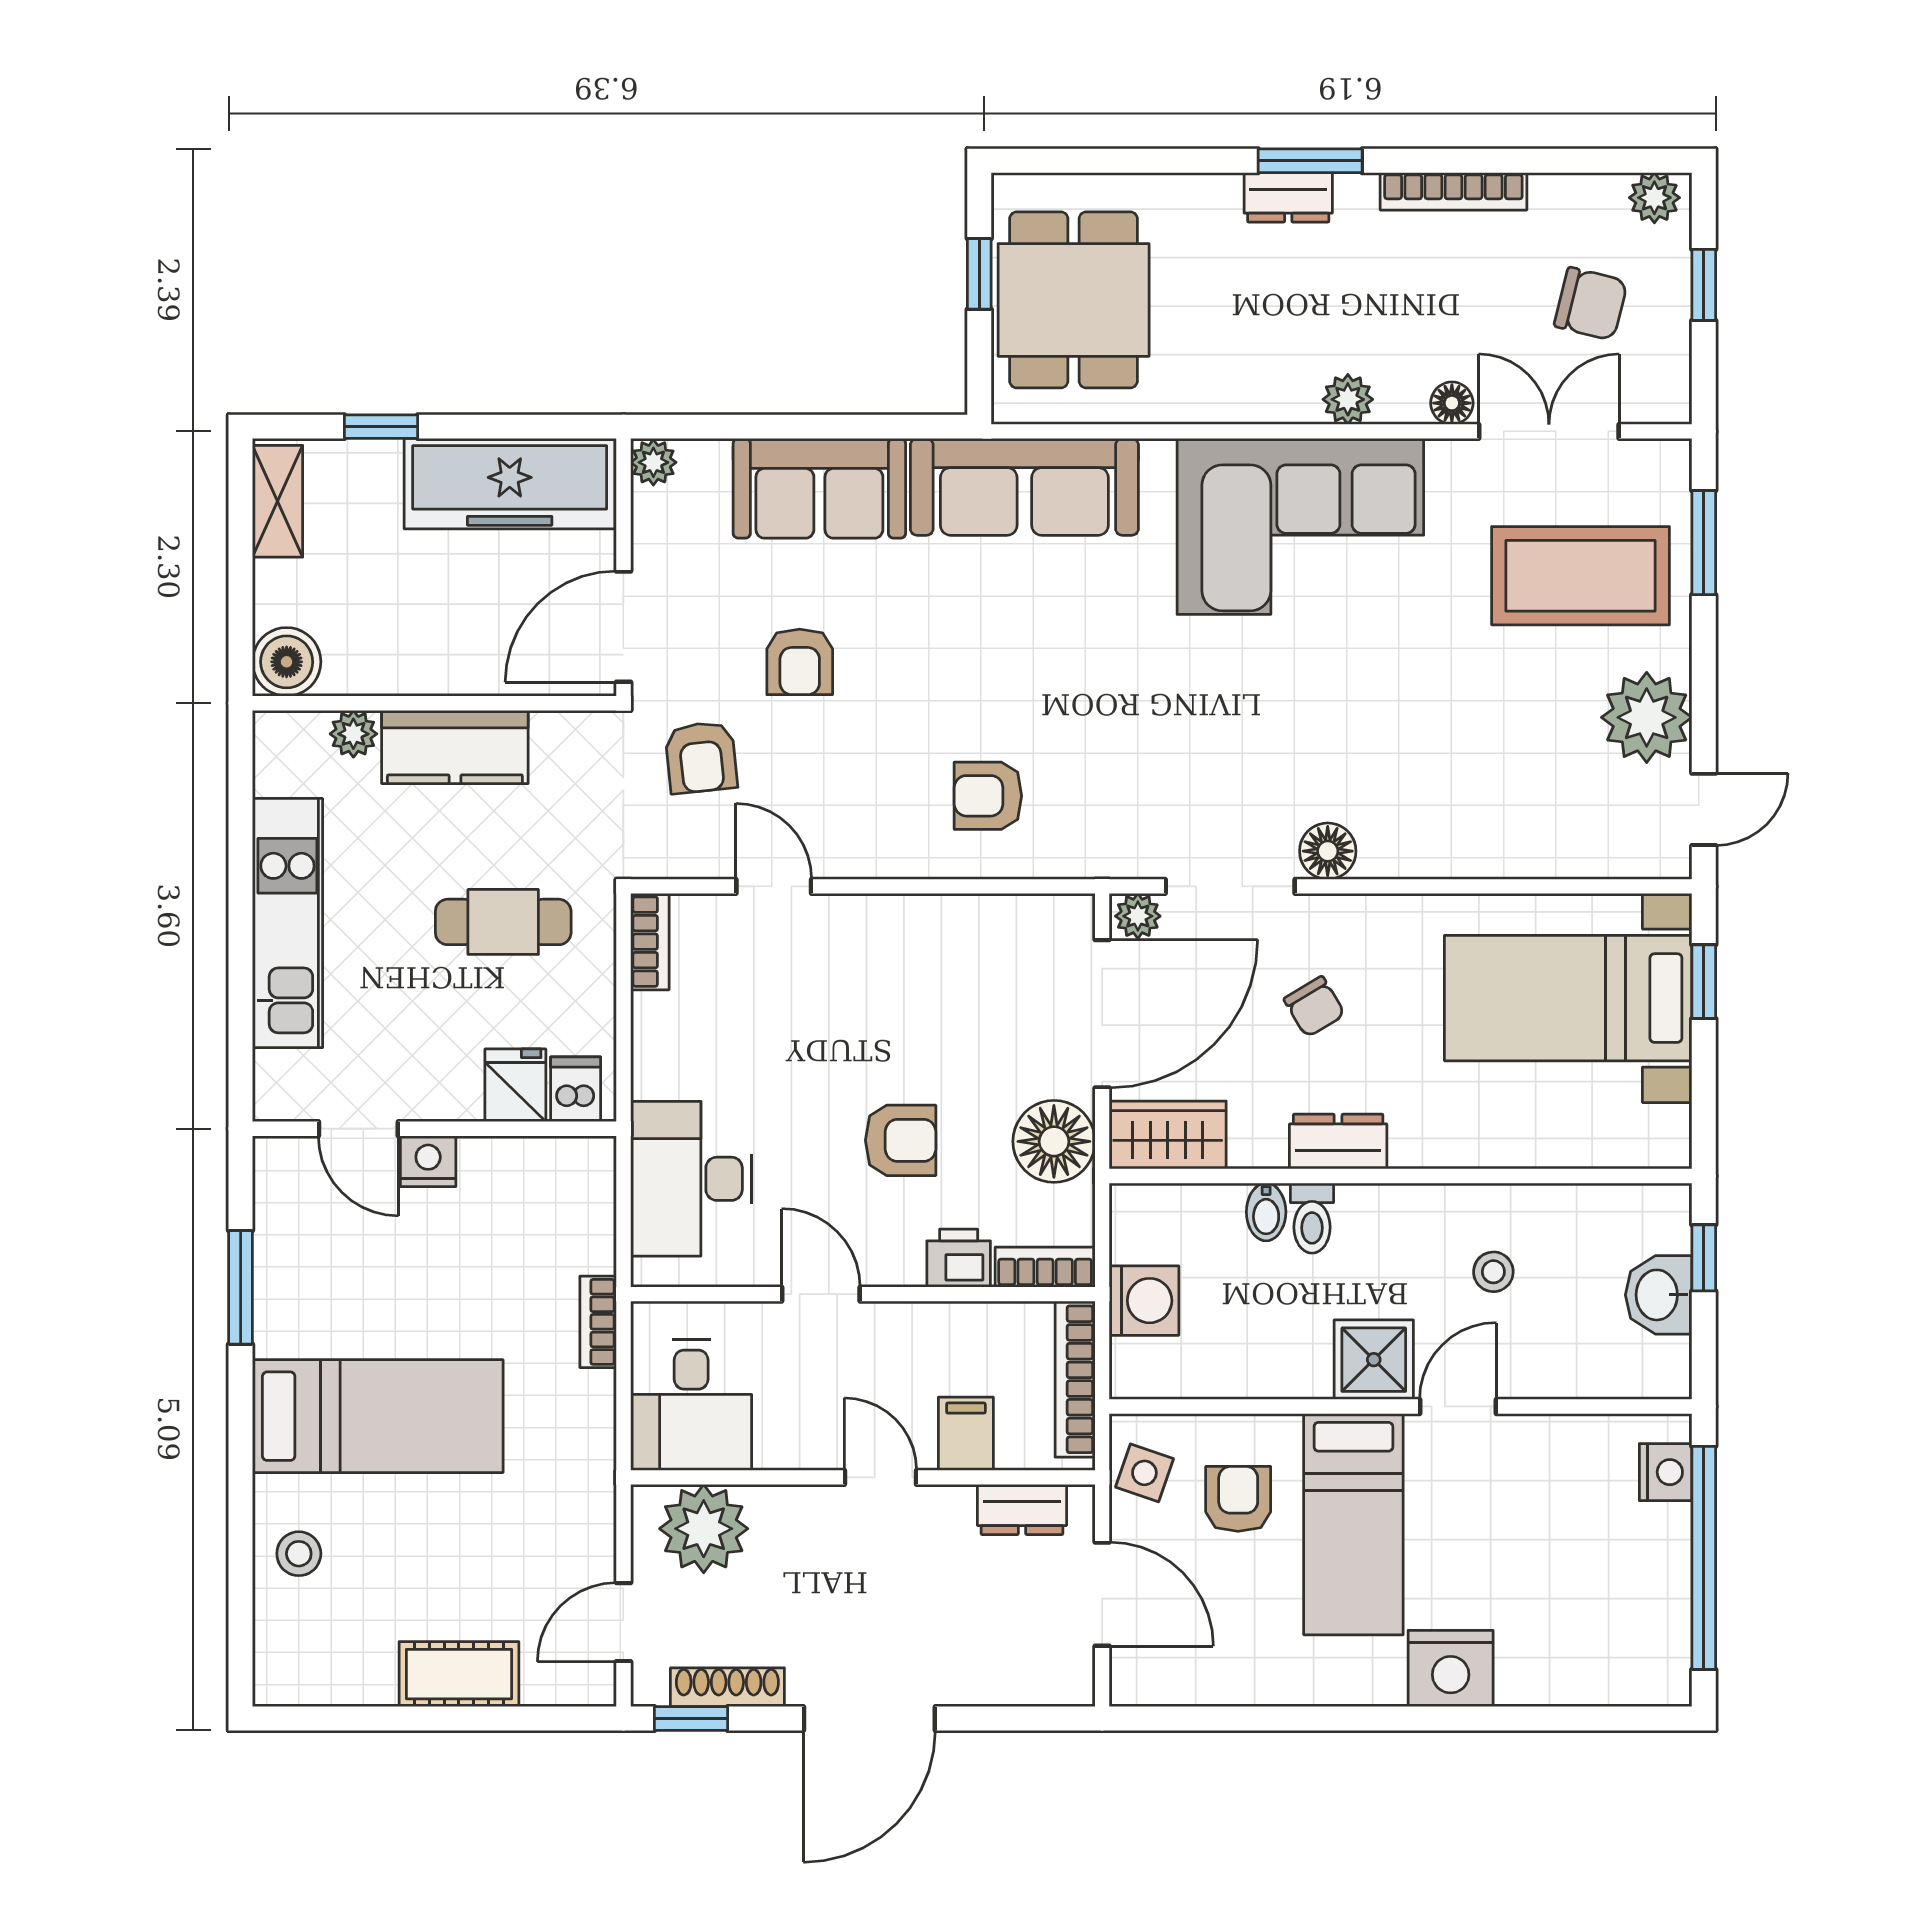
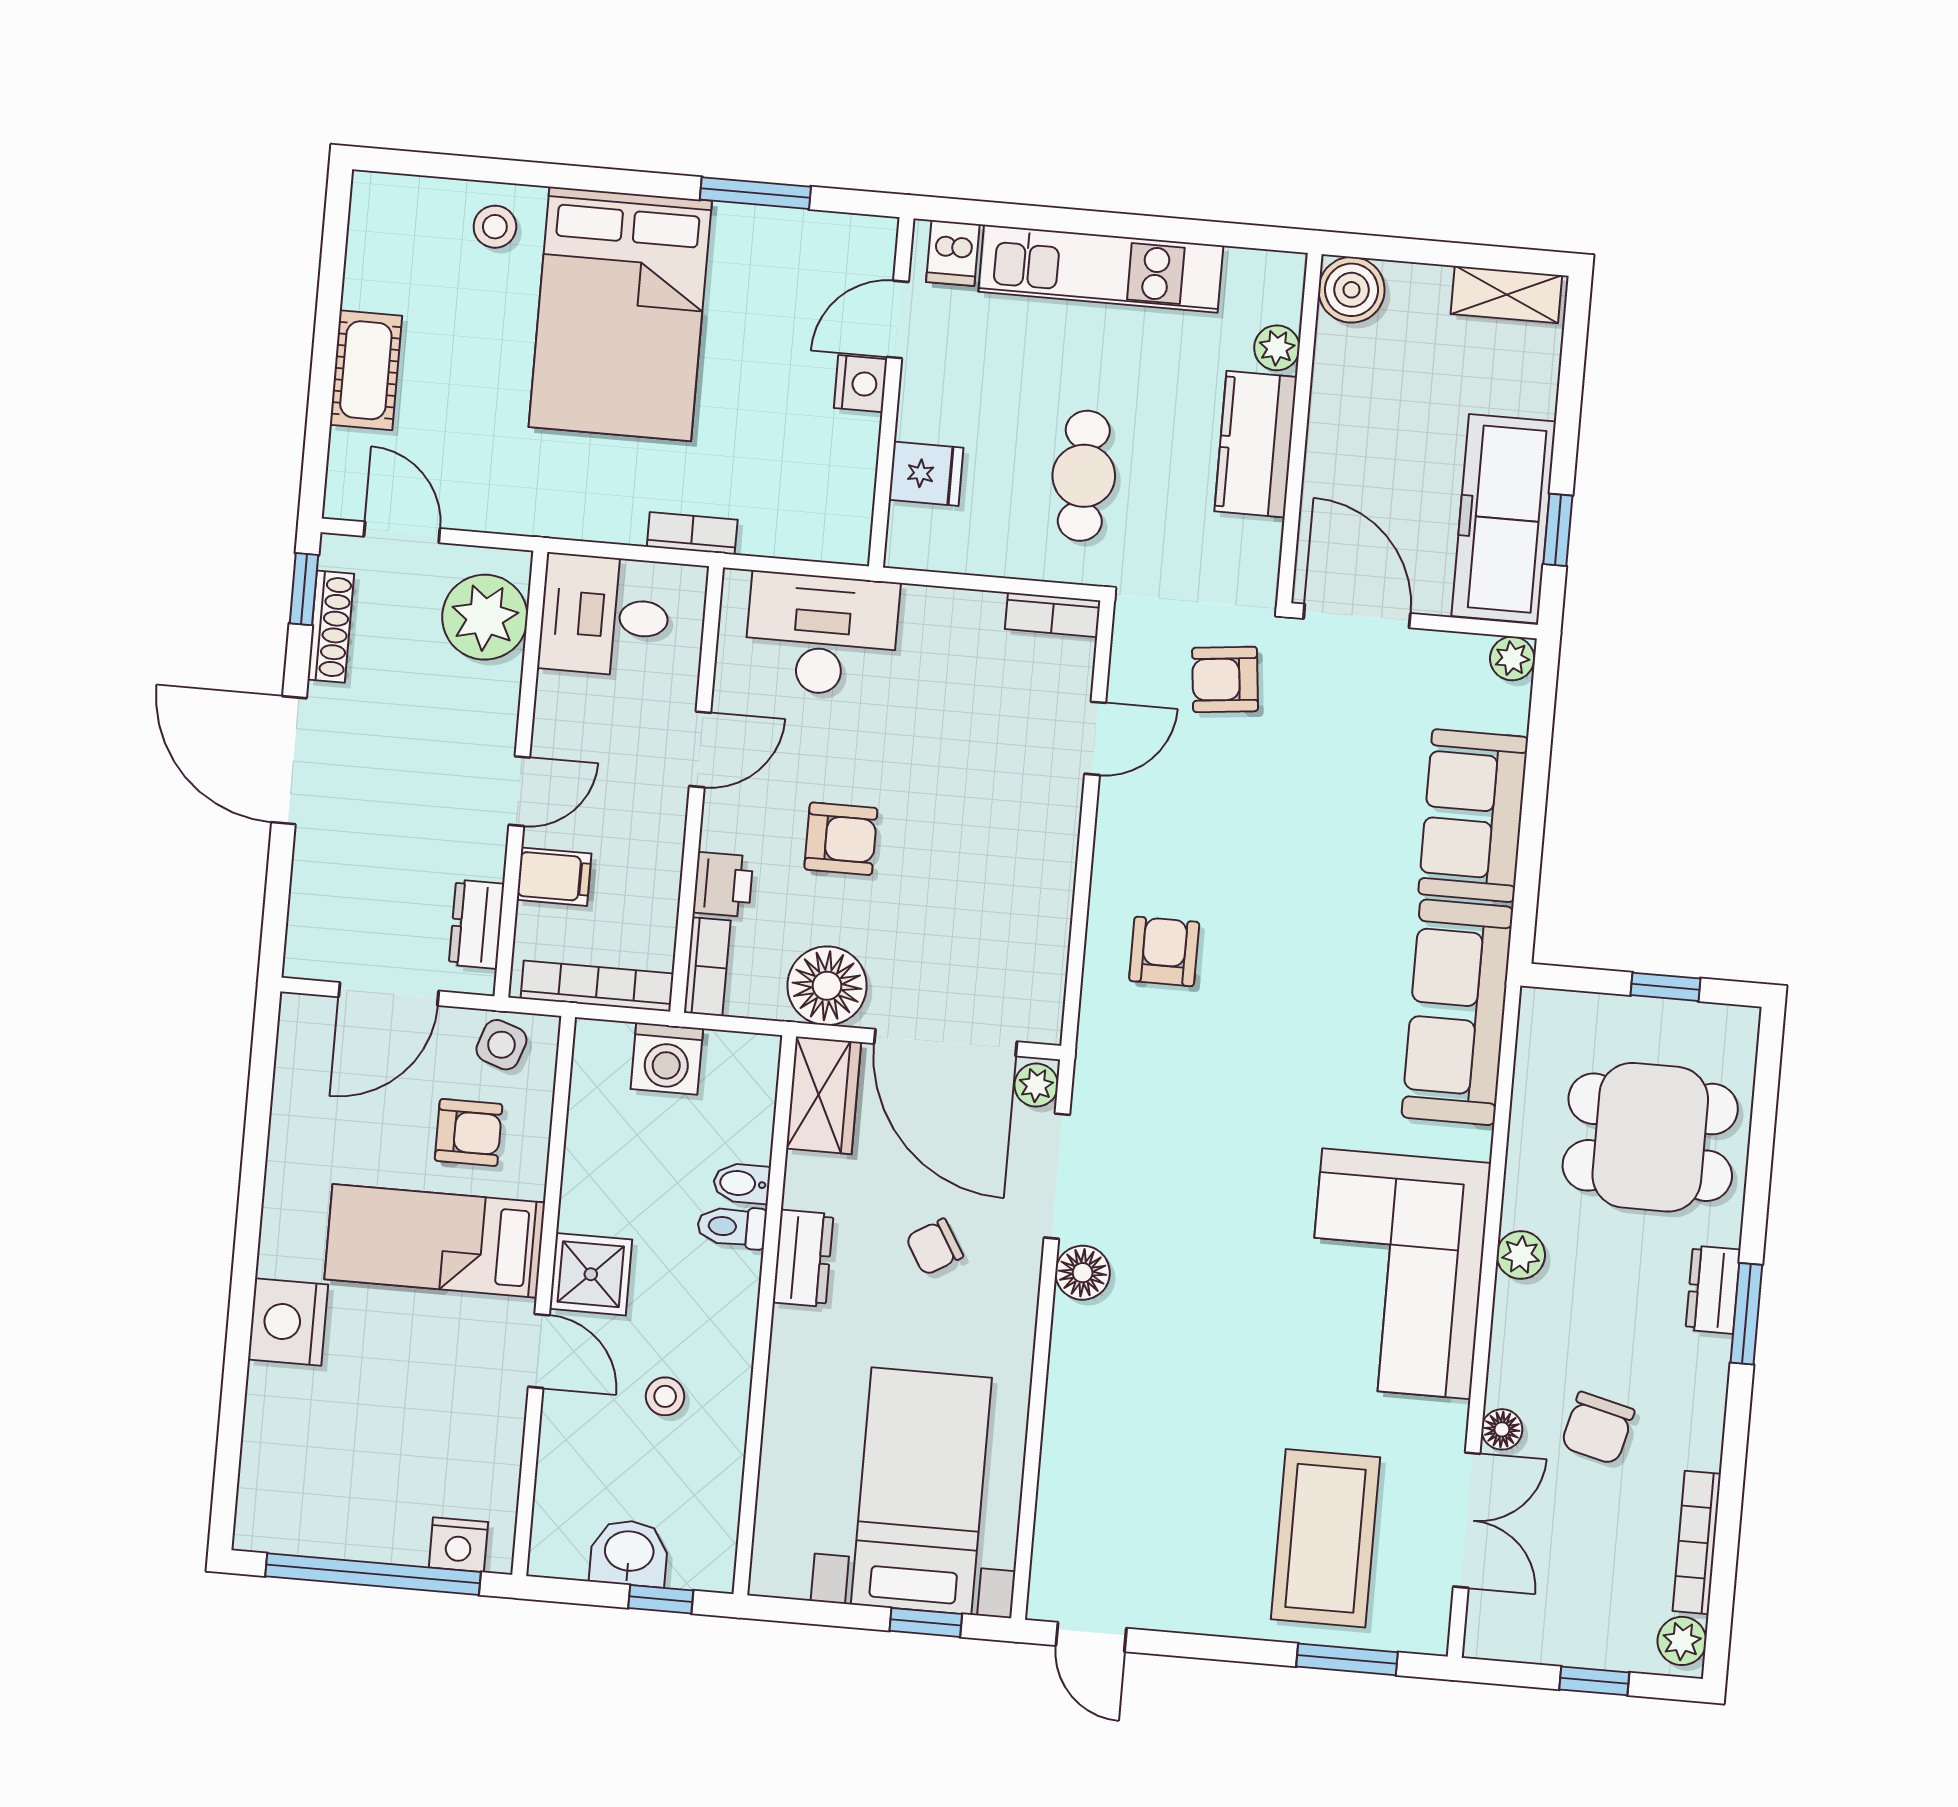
bookcase: (1453, 191) -> (1697, 1542), moved
dining table: (1074, 300) -> (1650, 1137), moved
chair: (1591, 304) -> (1598, 1428), moved
plant: (1348, 399) -> (1521, 1255), moved
window: (381, 427) -> (1558, 530), moved
armchair: (800, 662) -> (1308, 782), removed
plant: (1647, 717) -> (1184, 1590), removed
dishwasher: (576, 1089) -> (953, 253), moved, turned 90
armchair: (901, 1140) -> (841, 839), turned -90
bed: (378, 1416) -> (620, 314), width x1.50

